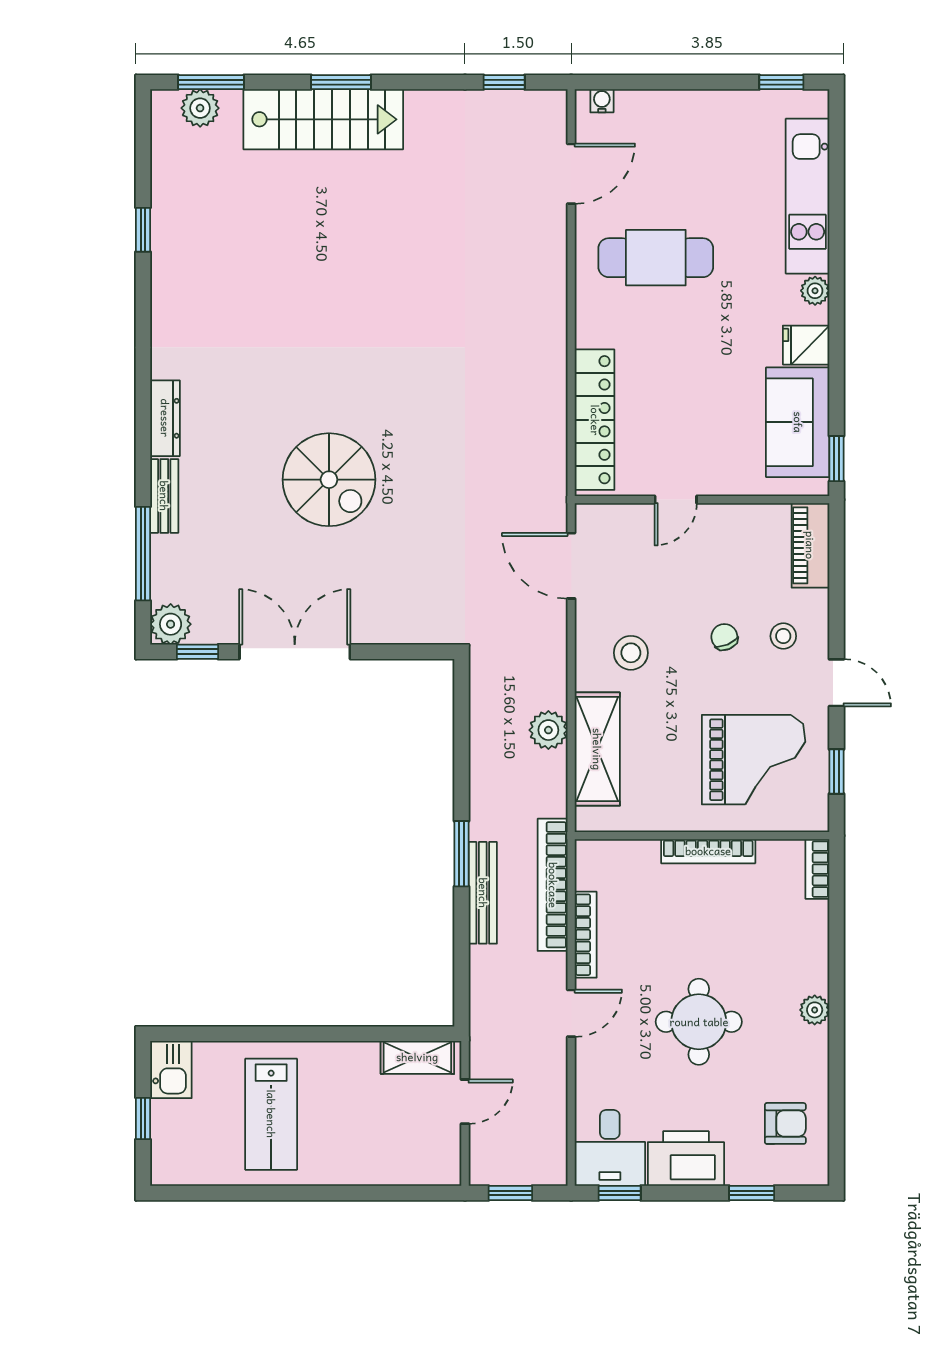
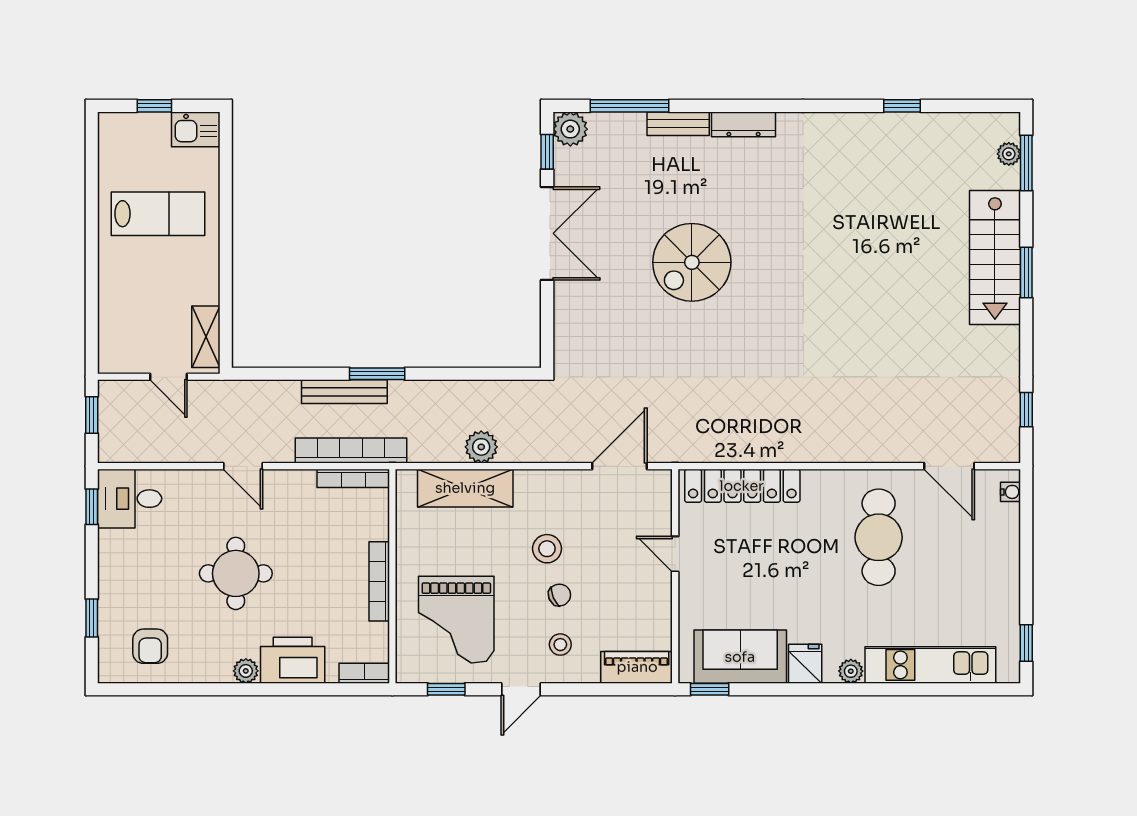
plant: (200, 108) -> (1009, 154), width x0.73, depth x0.73
stool: (631, 653) -> (547, 549), moved
bookcase: (586, 935) -> (353, 478), moved
lab bench: (271, 1114) -> (158, 214), turned 180
printer: (686, 1159) -> (293, 660), moved, turned -90

